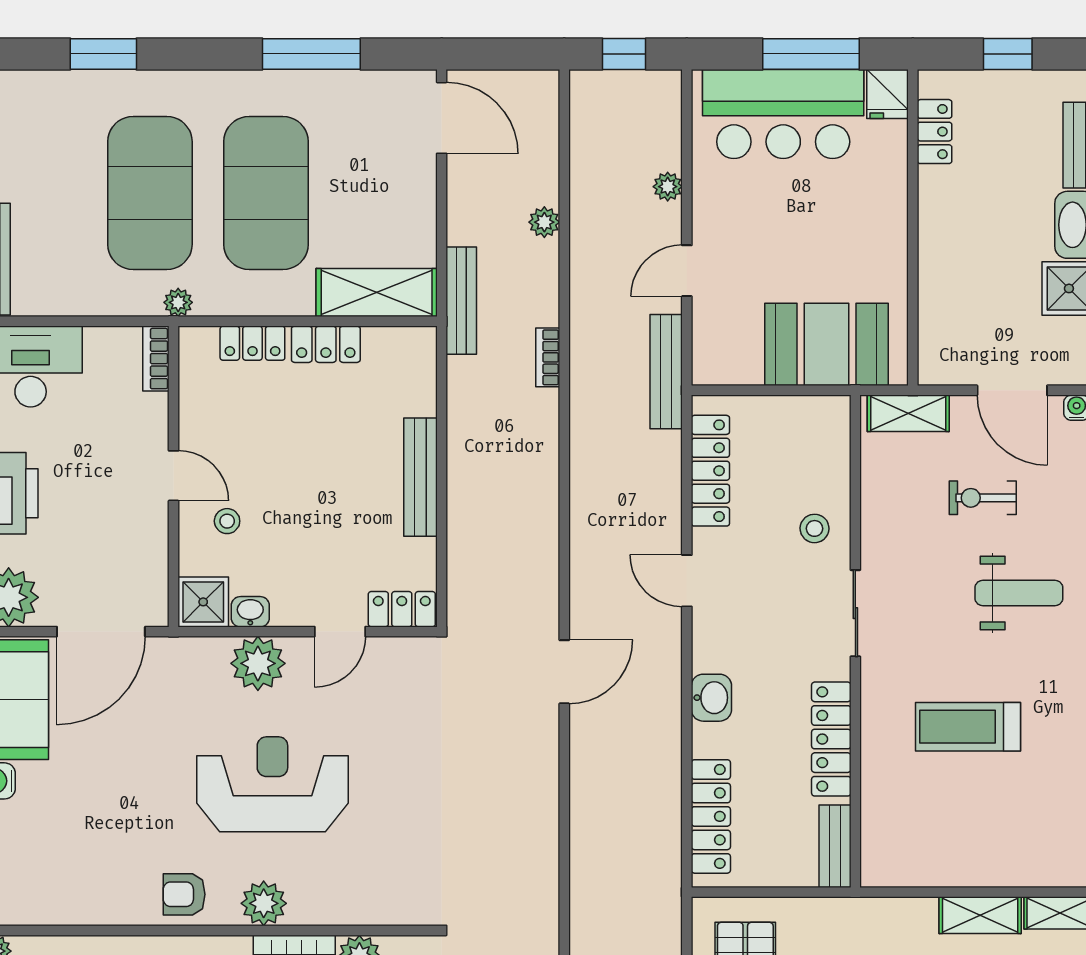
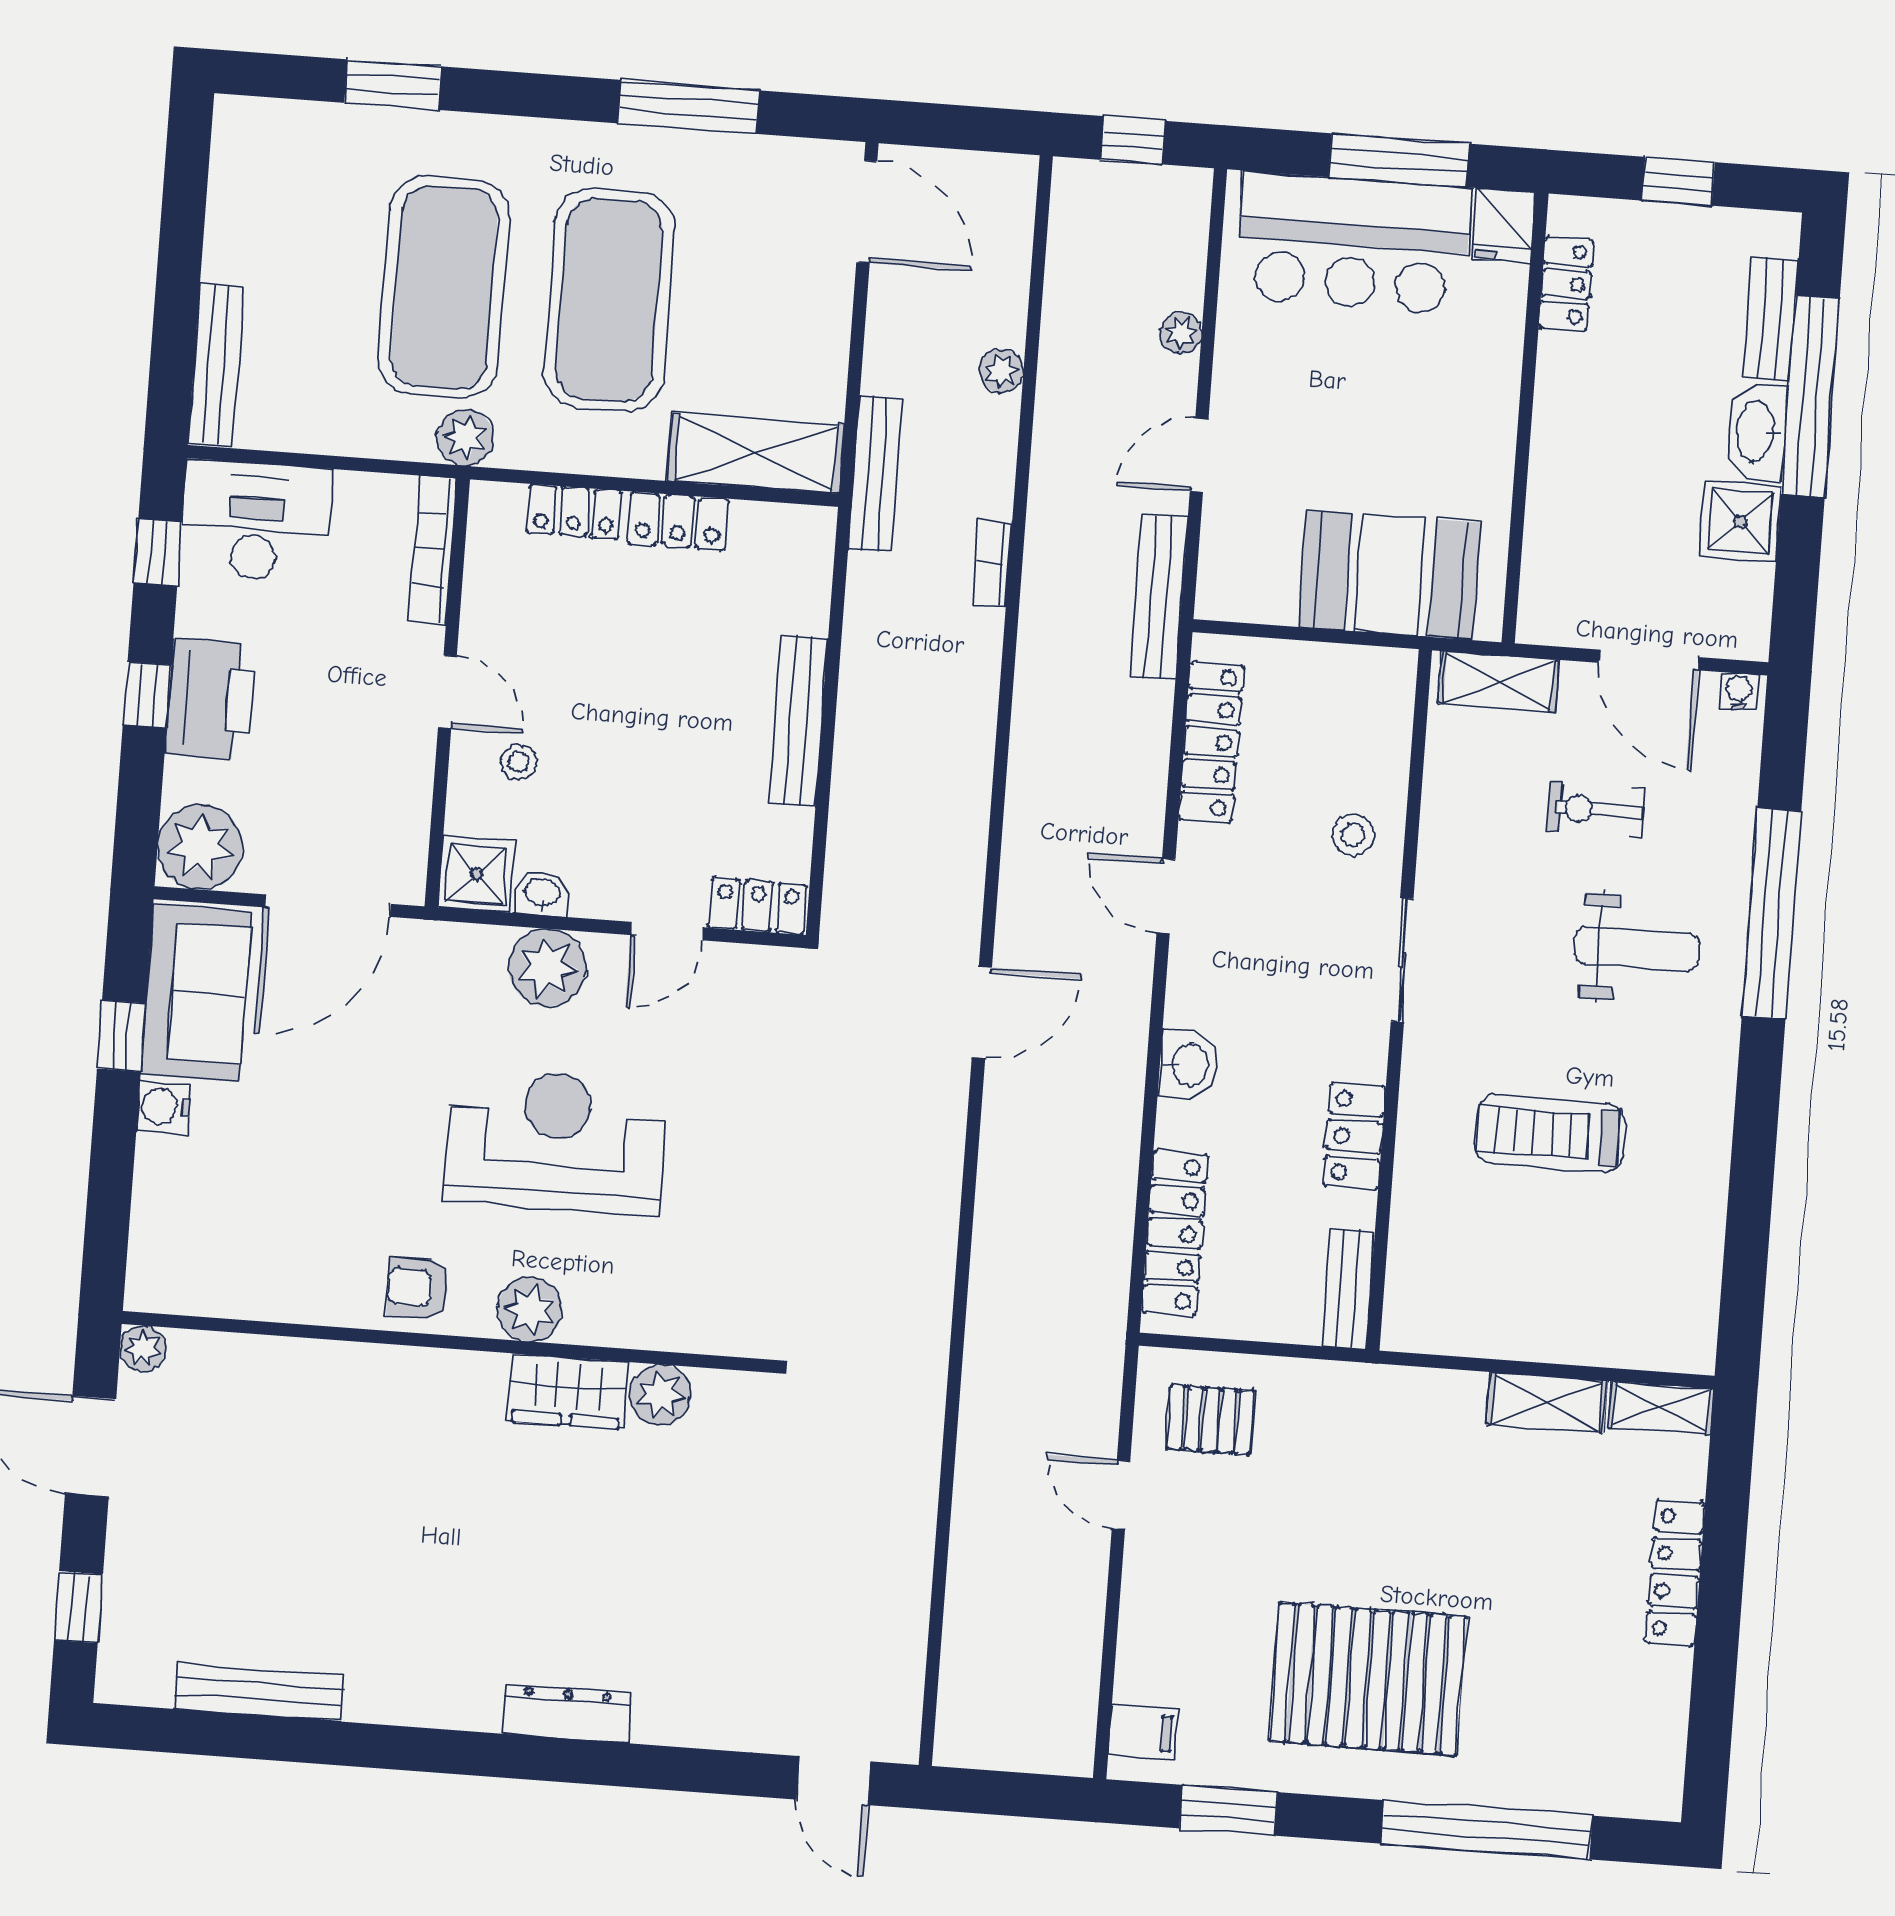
plant: (178, 302) -> (466, 438), width x1.38, depth x1.38
bookcase: (156, 359) -> (433, 549), width x1.56
locker: (831, 739) -> (1354, 1136), width x0.66

